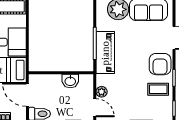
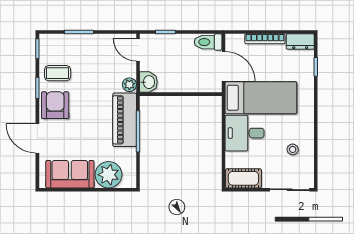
washbasin: (70, 81) -> (148, 82), moved, turned 90
plant: (102, 92) -> (129, 85), moved

